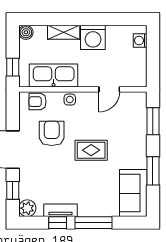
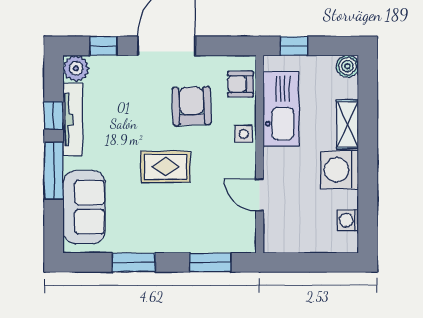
washing machine: (140, 41) -> (348, 220), moved, turned -90
armchair: (38, 102) -> (241, 84), turned -90
armchair: (52, 133) -> (192, 106), turned -92
rug: (91, 150) -> (166, 167), turned 90
sofa: (133, 193) -> (84, 207), moved, turned 90
tv unit: (60, 210) -> (73, 120), width x1.41

